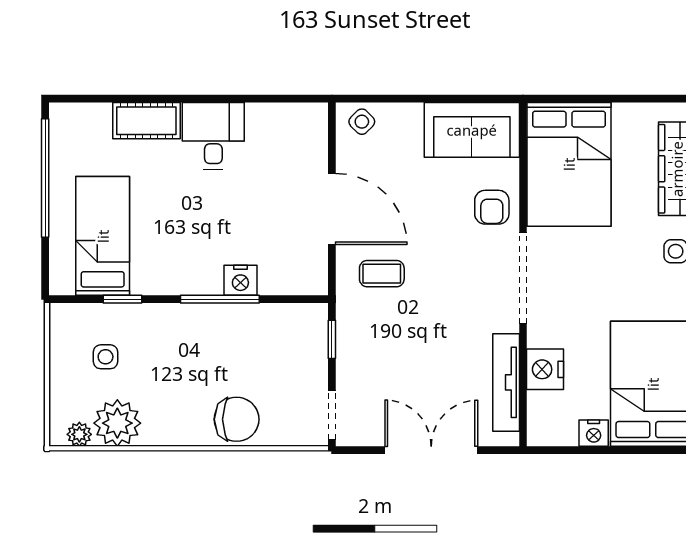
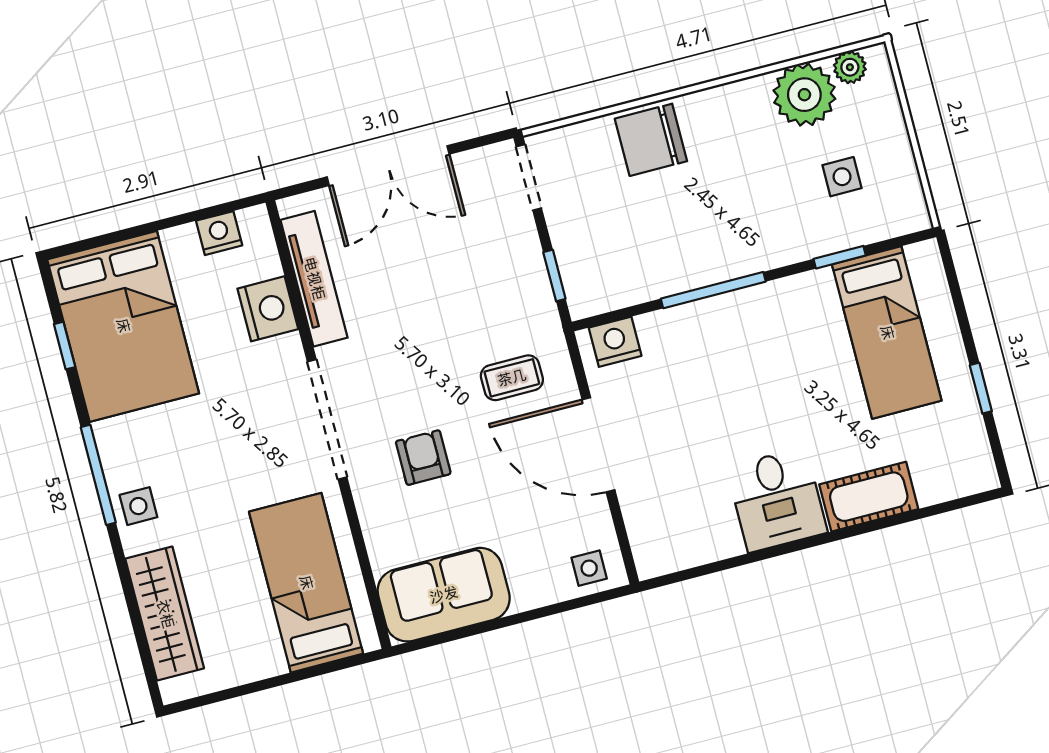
side table: (362, 122) -> (589, 568), turned 45
bed: (569, 164) -> (306, 583), width x0.67
window: (45, 178) -> (981, 388), width x0.32
armchair: (492, 207) -> (423, 458), moved
nightstand: (240, 280) -> (615, 342), moved
nightstand: (594, 433) -> (219, 233), moved

